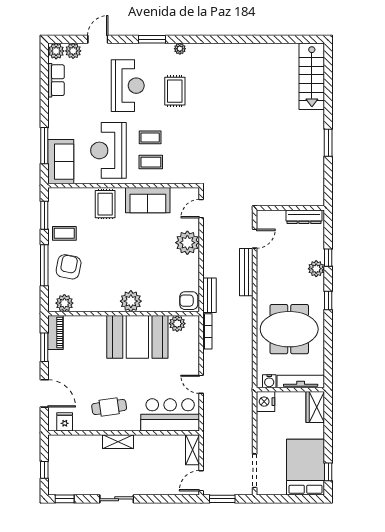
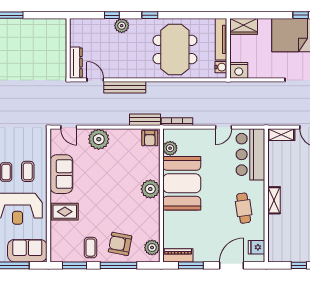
dresser: (304, 217) -> (76, 63), moved

